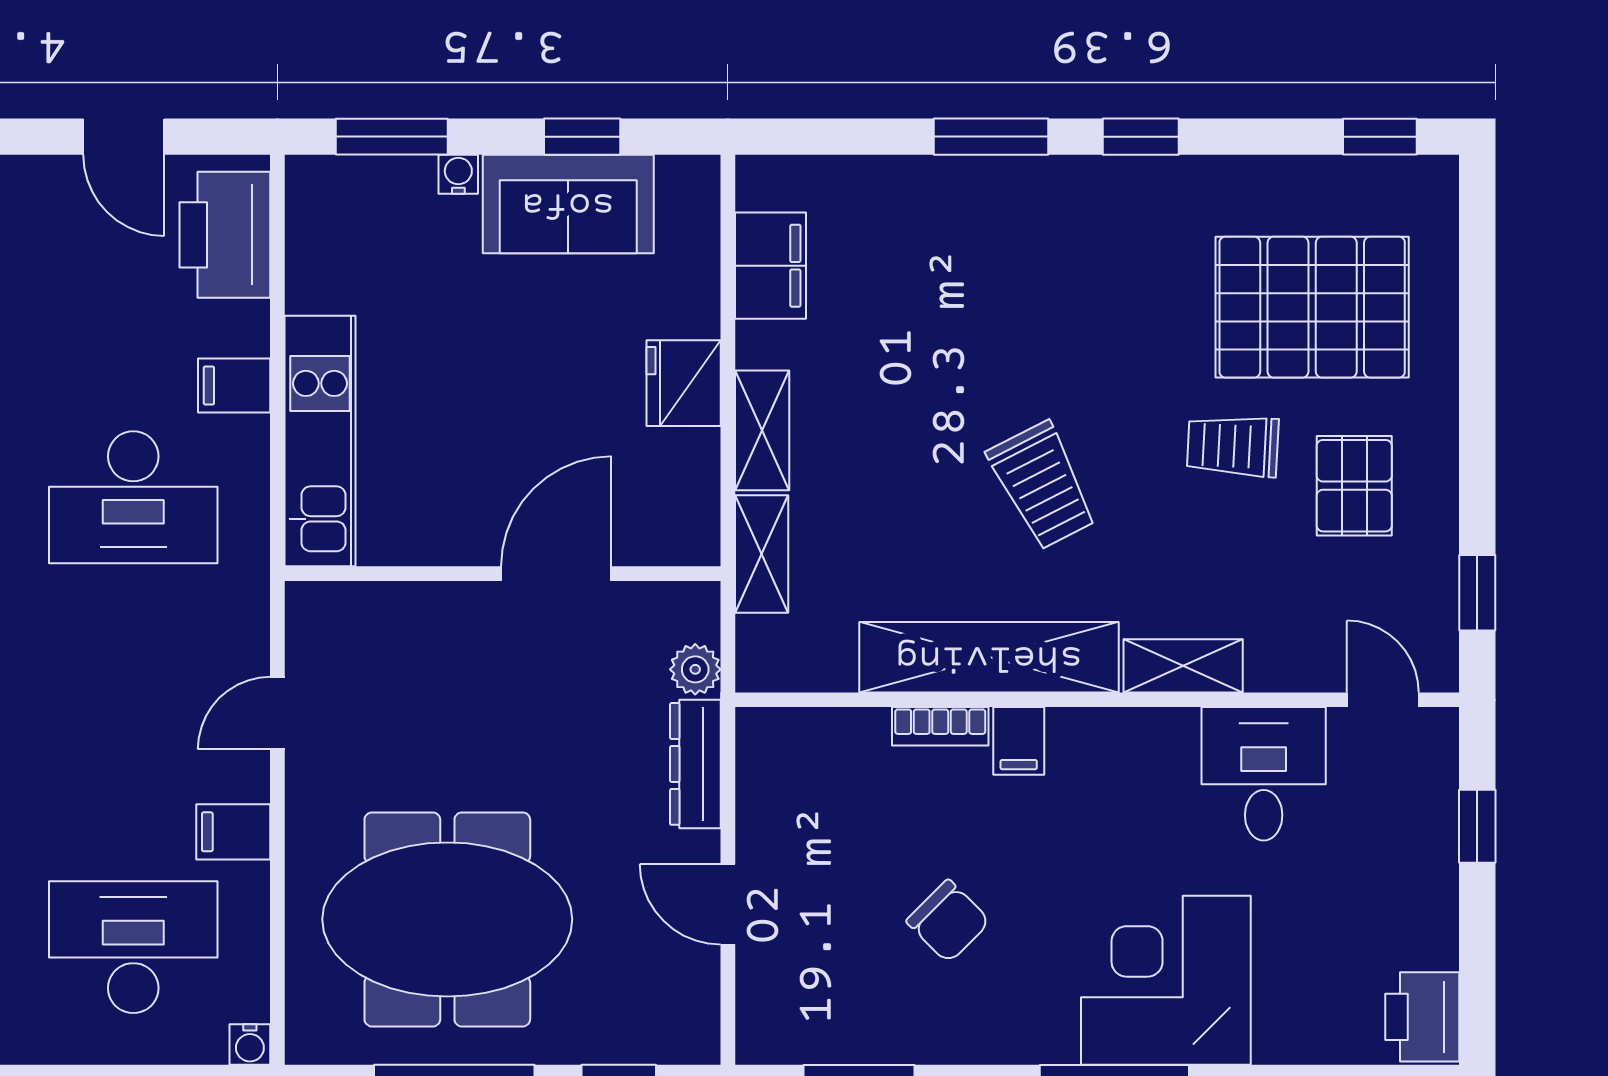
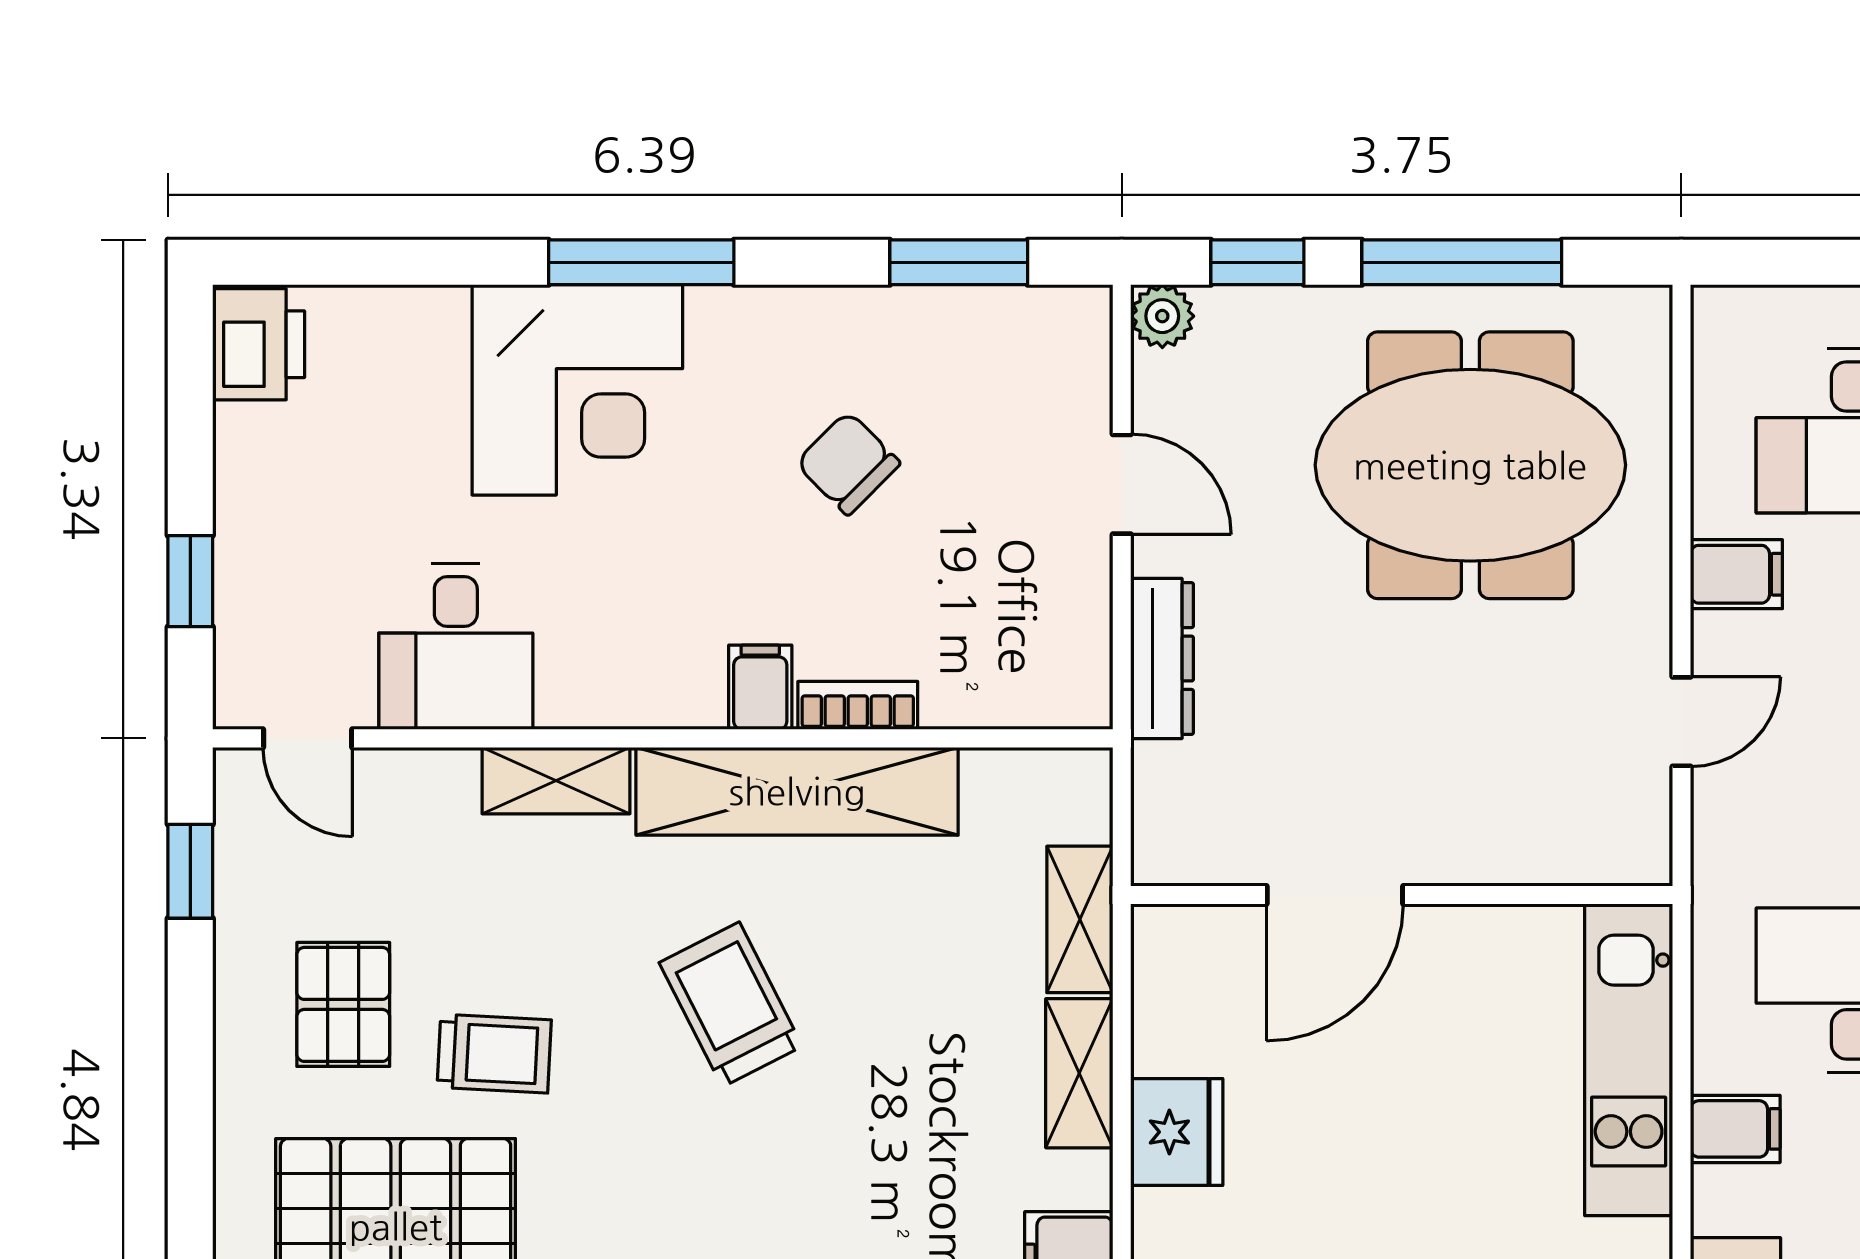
plant: (695, 669) -> (1162, 316), moved
water cooler: (250, 1045) -> (1716, 310), removed

